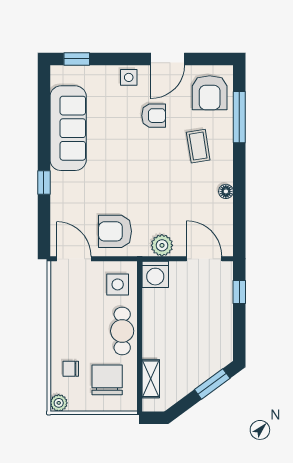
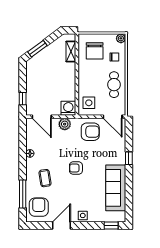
armchair: (154, 116) -> (76, 168), moved
cafe table: (122, 331) -> (114, 85), moved

